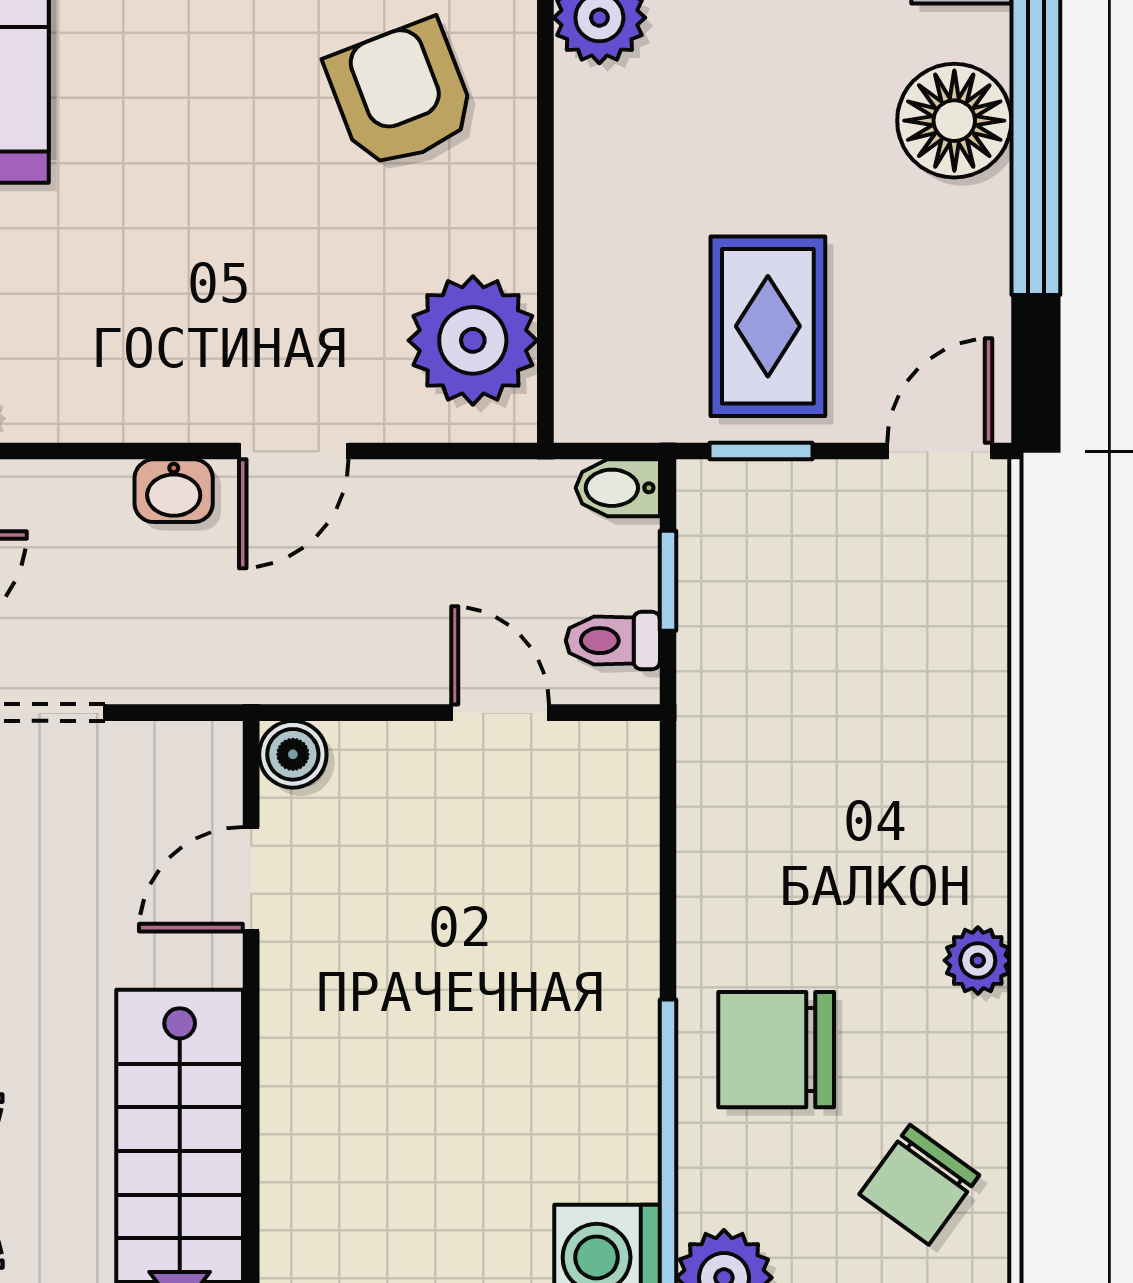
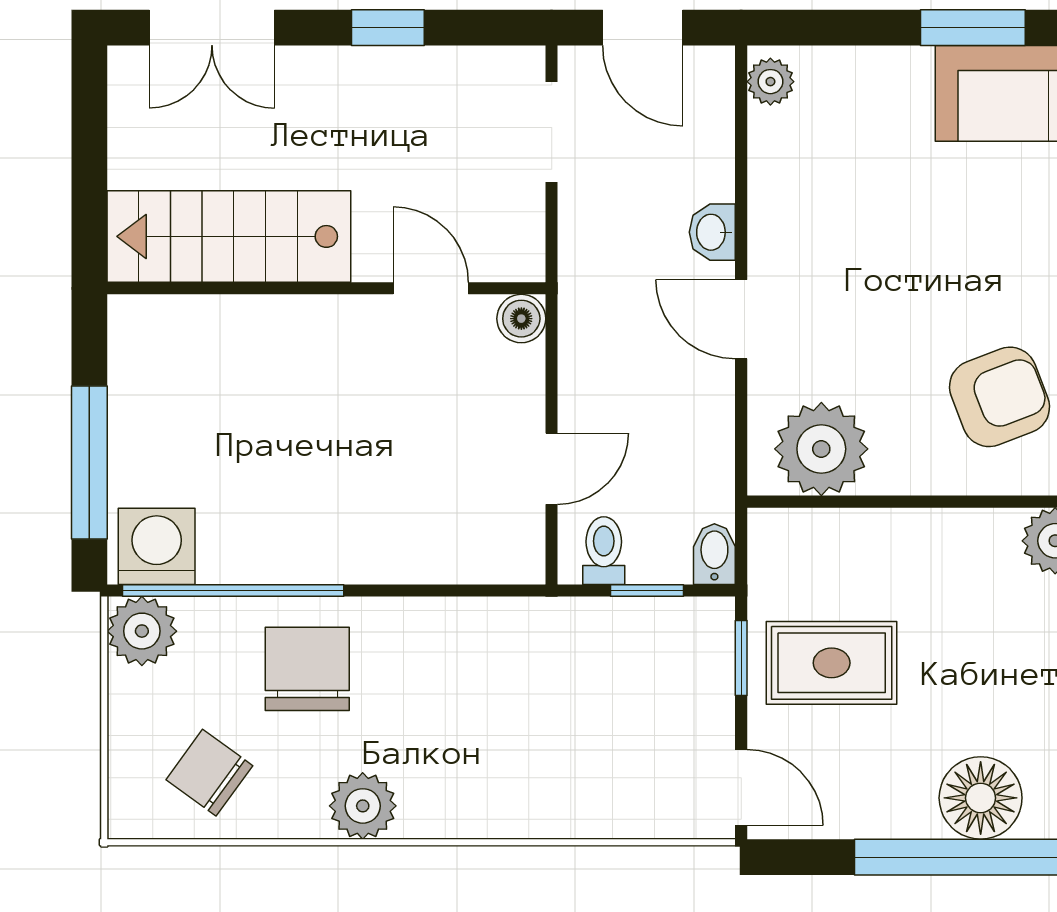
plant: (978, 960) -> (363, 806), width x1.38, depth x1.38

